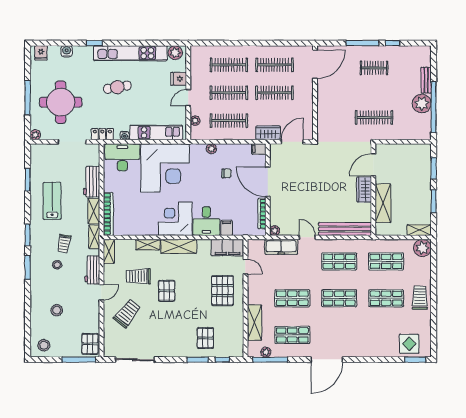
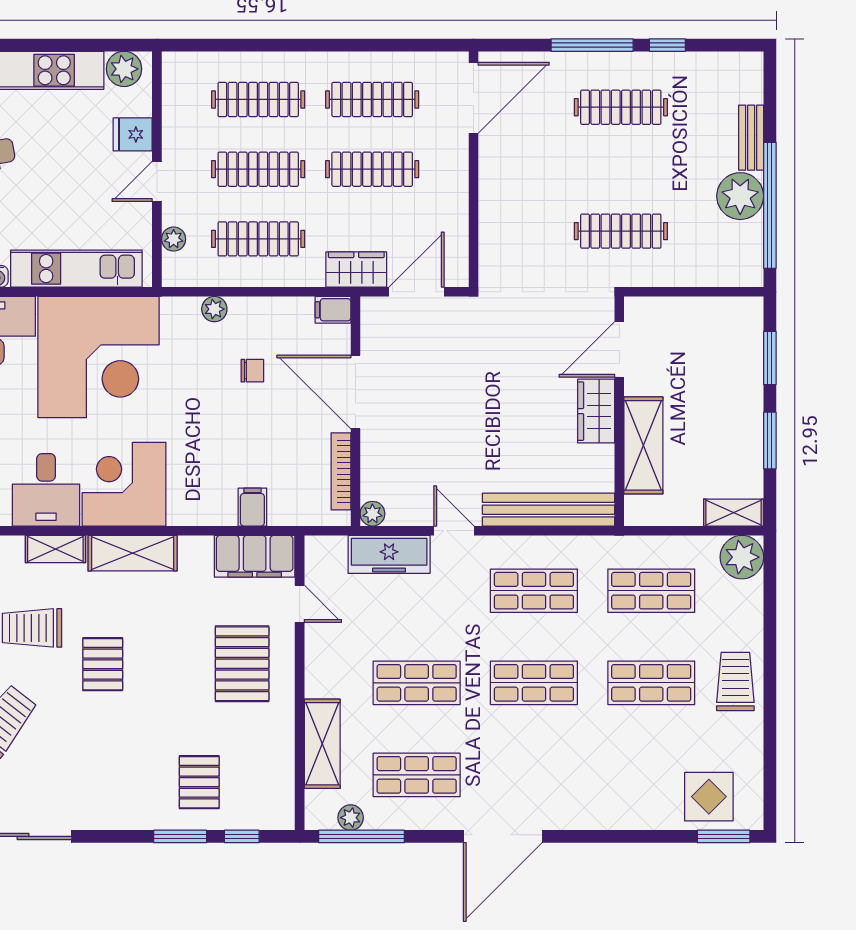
clothes rail: (374, 68) -> (621, 107), width x1.36
desk: (206, 221) -> (46, 490), moved

